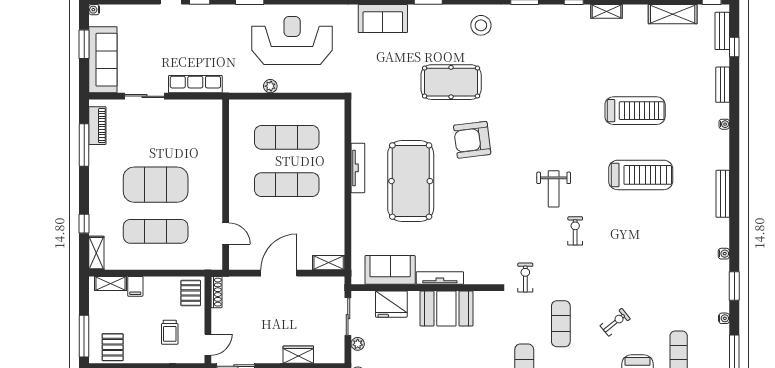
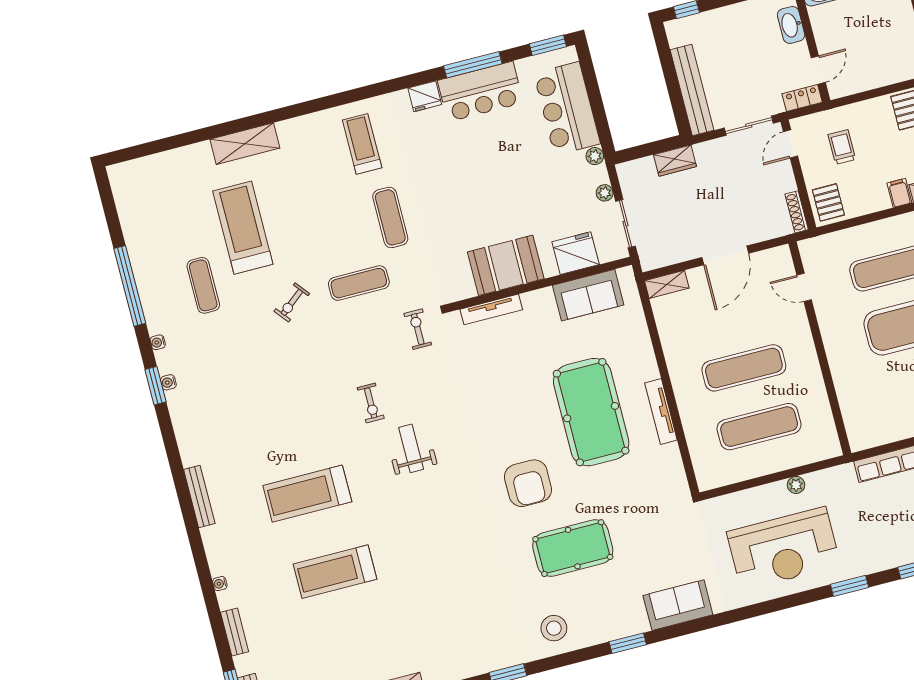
armchair: (472, 140) -> (528, 483), turned 97
water cooler: (724, 254) -> (168, 382), moved
tv unit: (440, 278) -> (491, 309), moved
exercise bike: (525, 278) -> (418, 329), turned 180
exercise mat: (561, 324) -> (359, 283), turned 90

